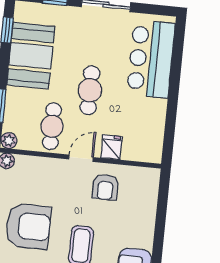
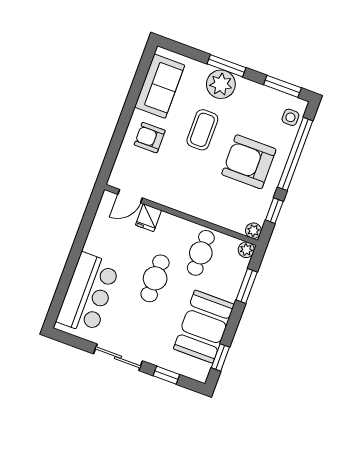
door: (81, 158) -> (130, 196), moved
armchair: (105, 187) -> (150, 138), moved, turned -90

